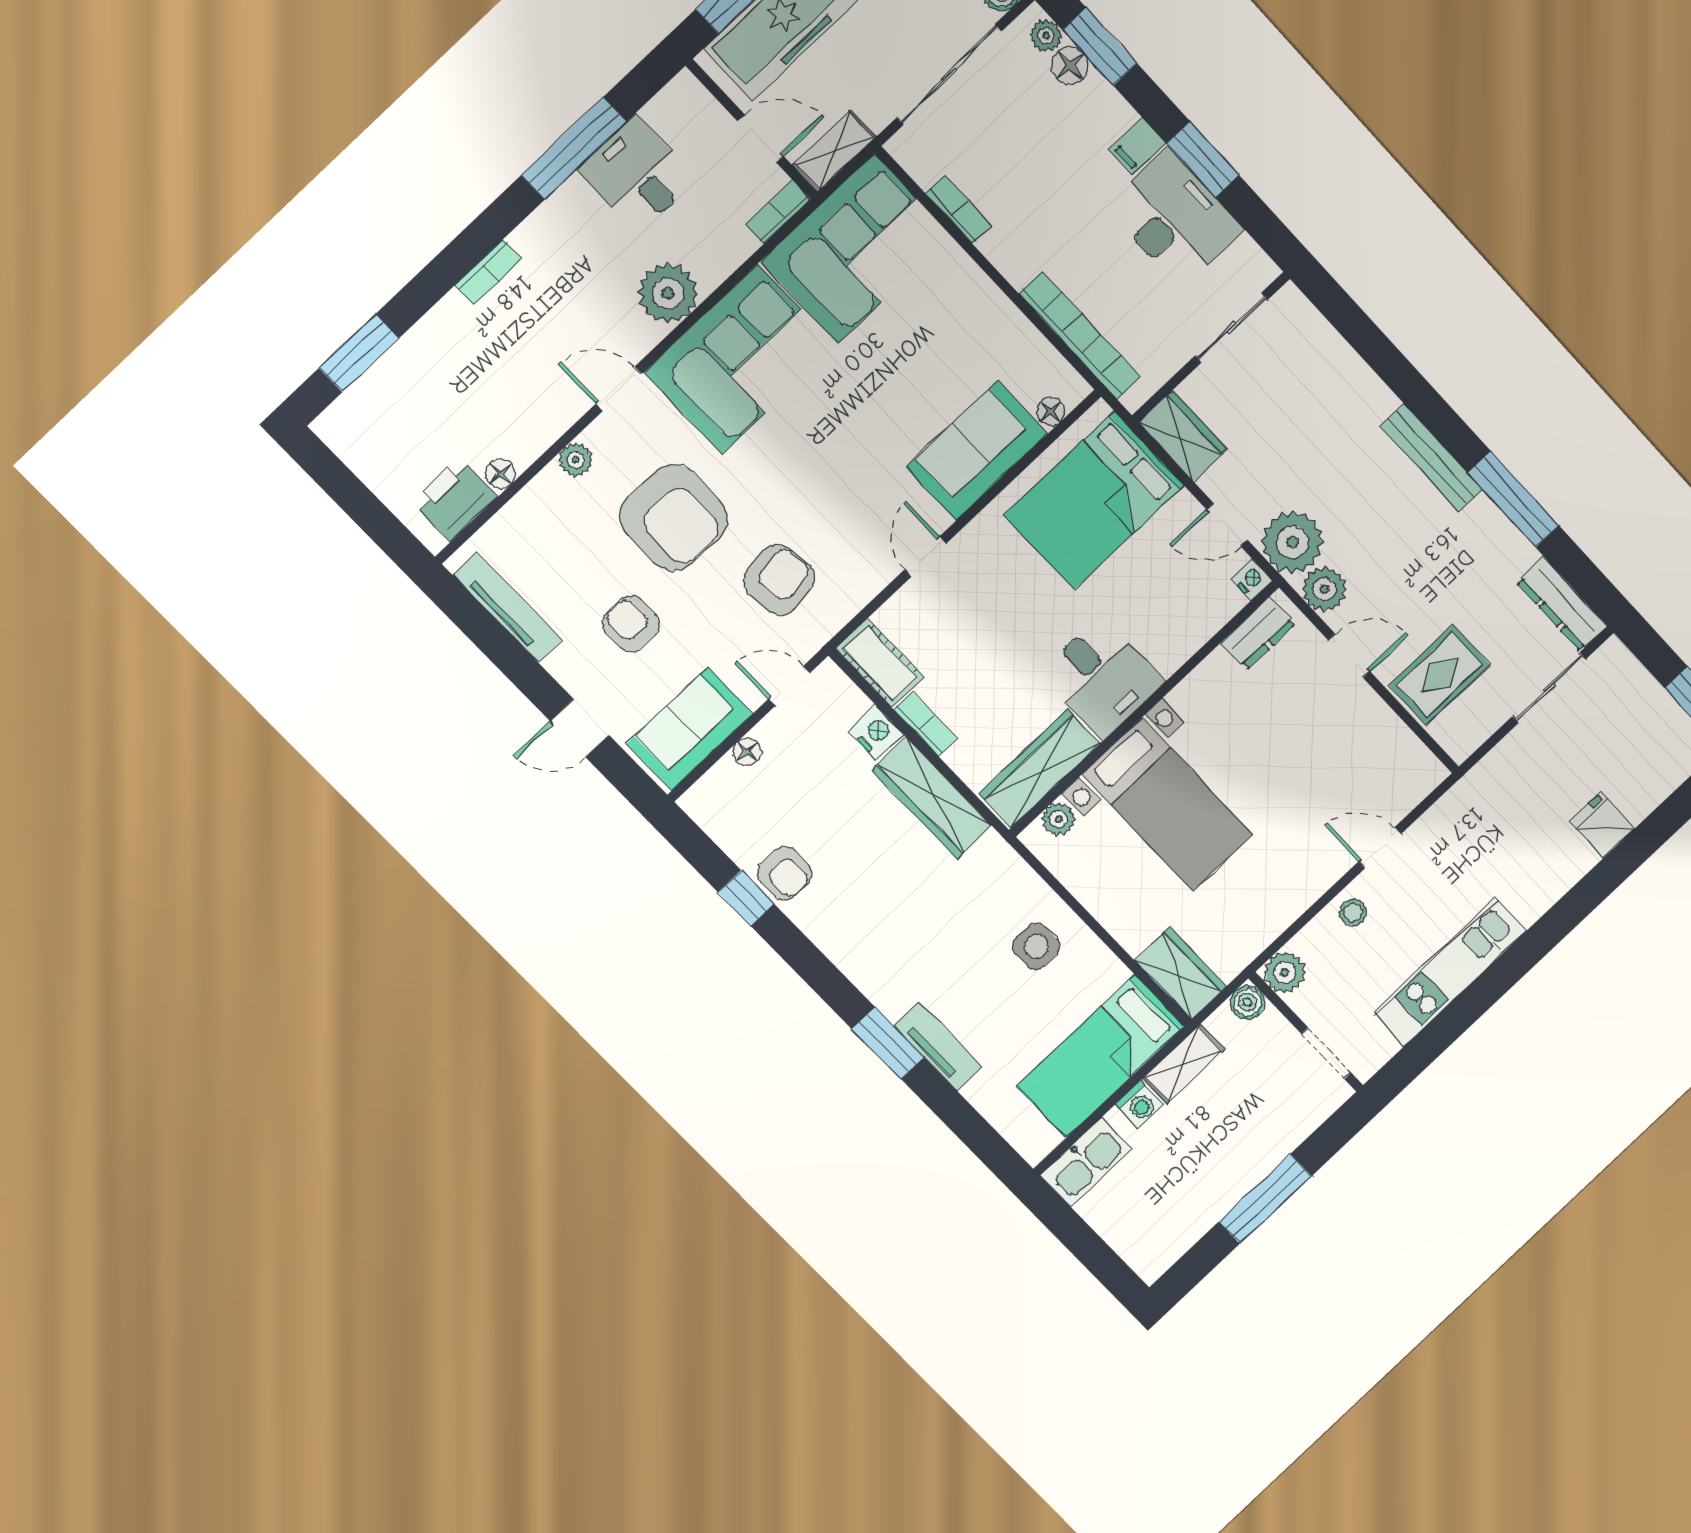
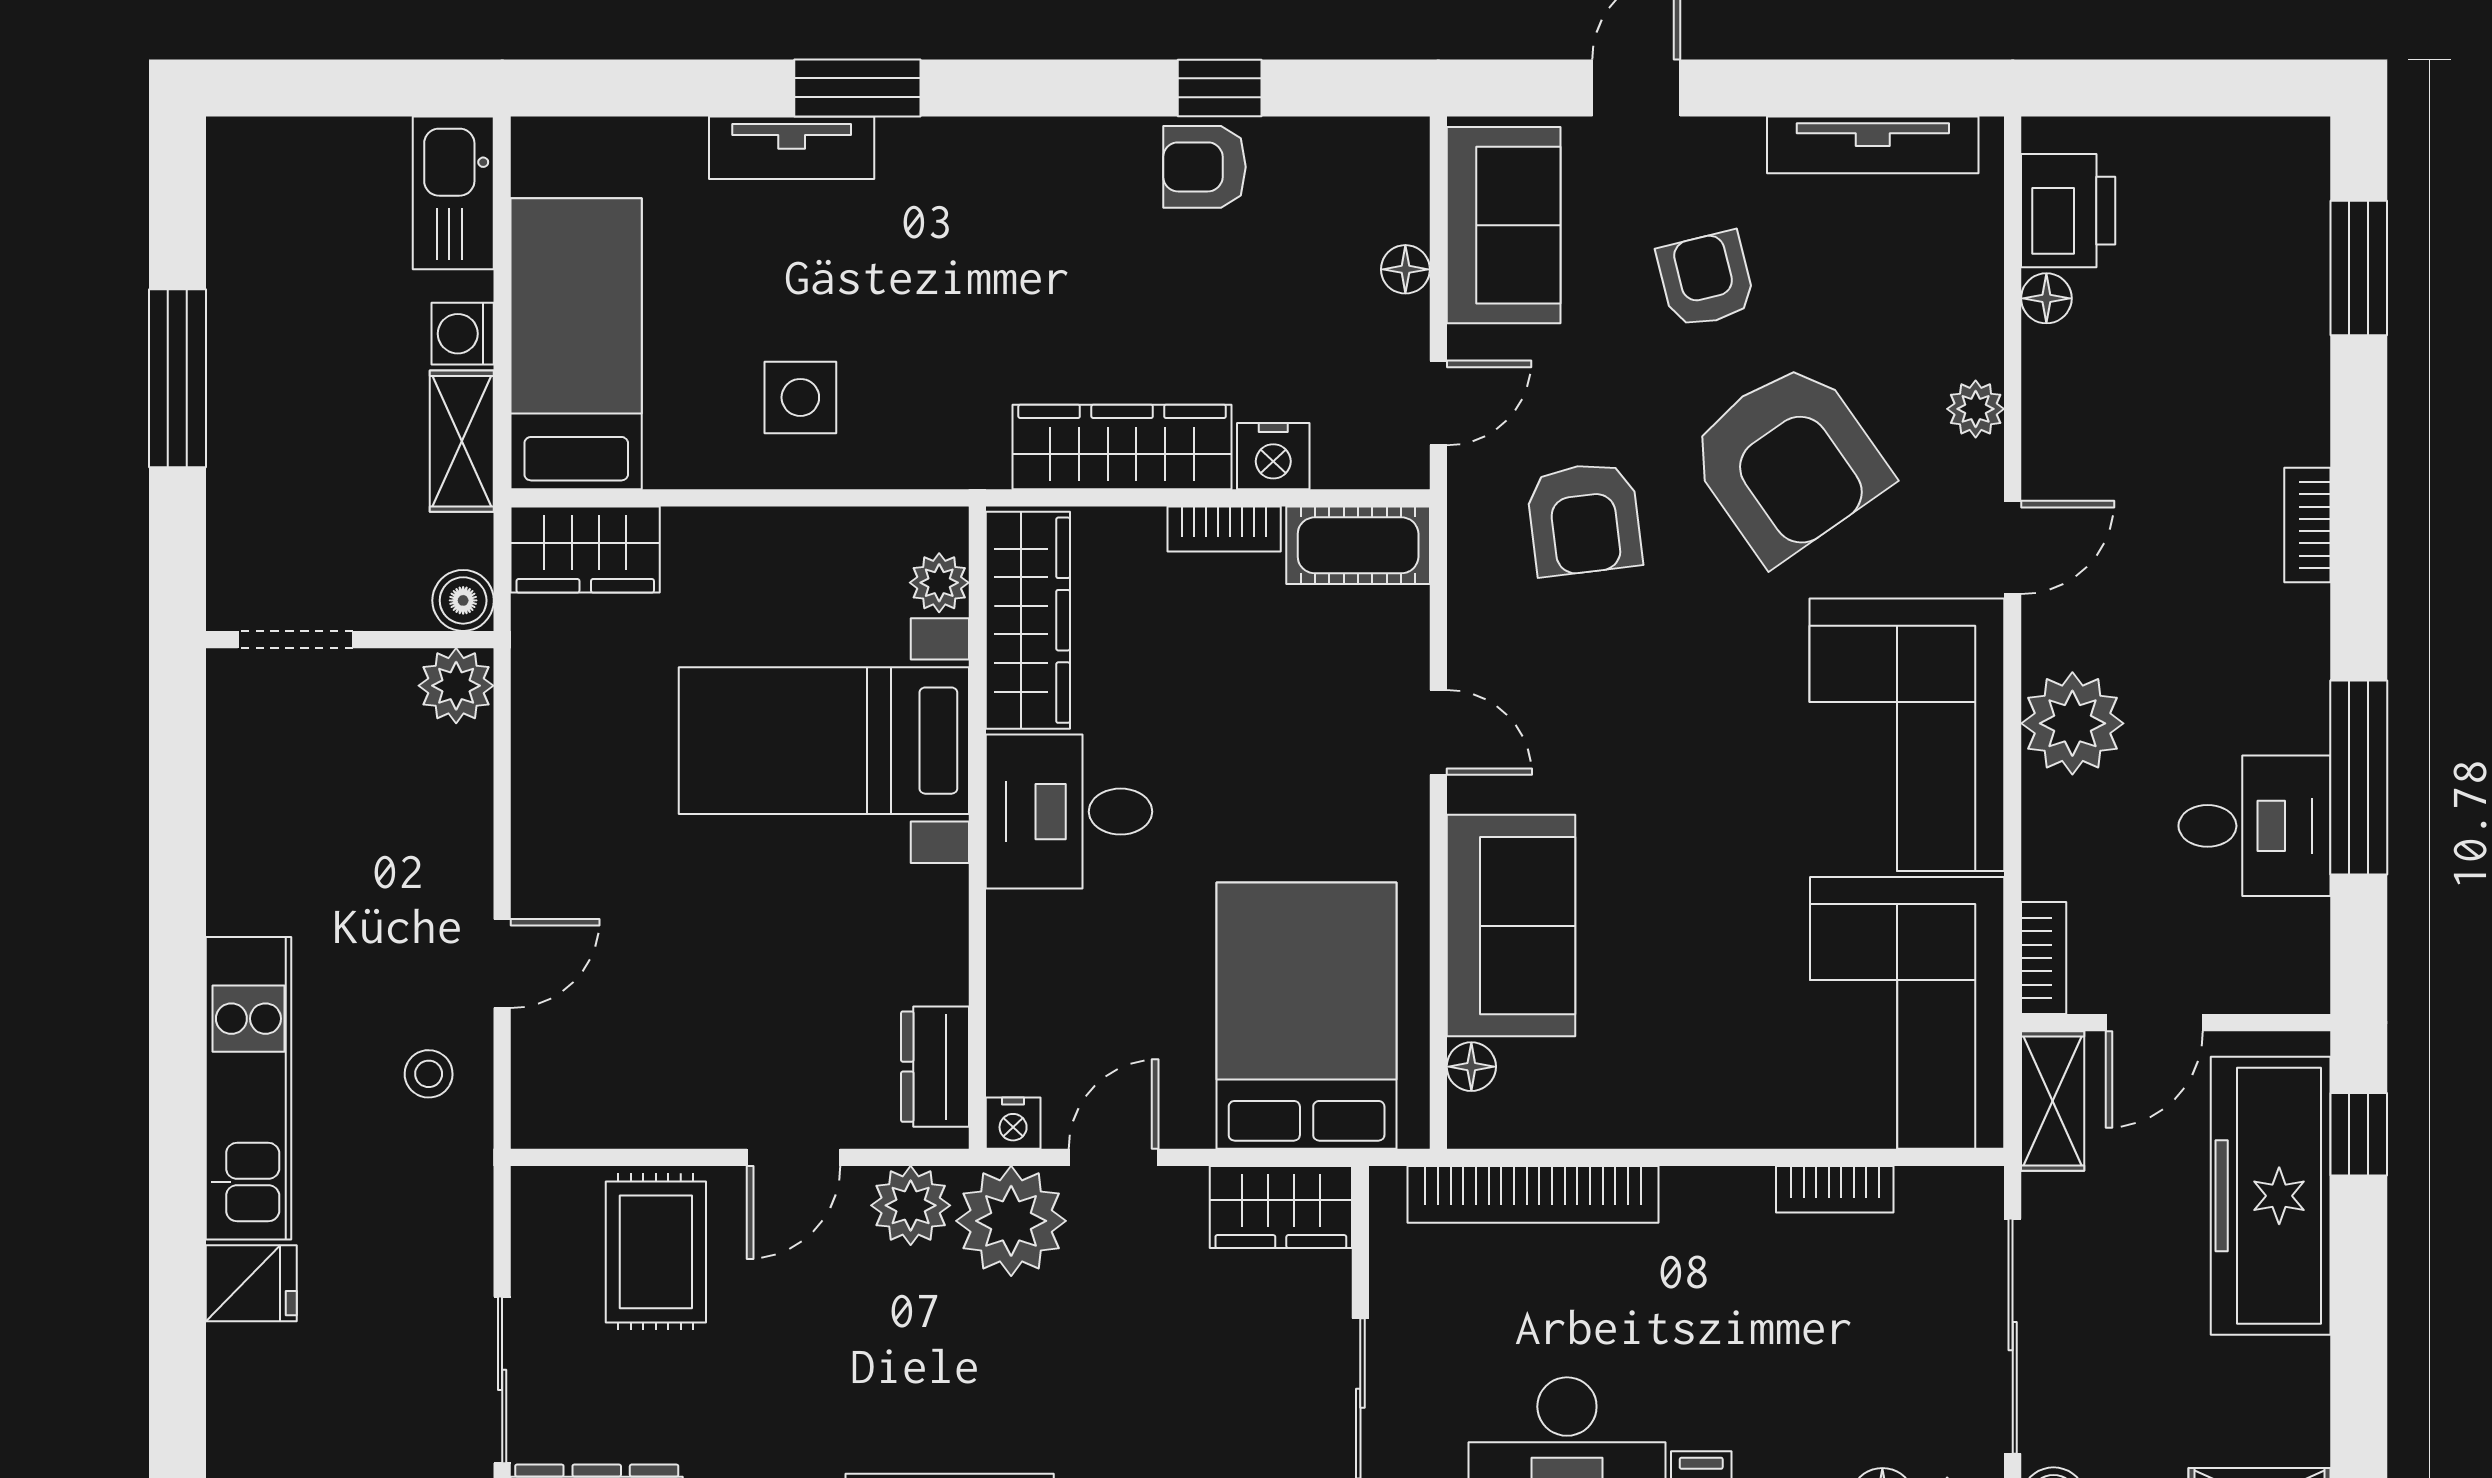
armchair: (674, 518) -> (1788, 461), turned -125
armchair: (631, 624) -> (1706, 279), turned -104
stool: (1353, 912) -> (429, 1074), moved
kitchen unit: (1450, 972) -> (248, 1088), moved

